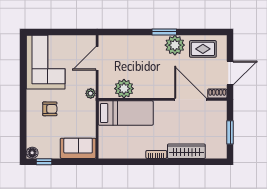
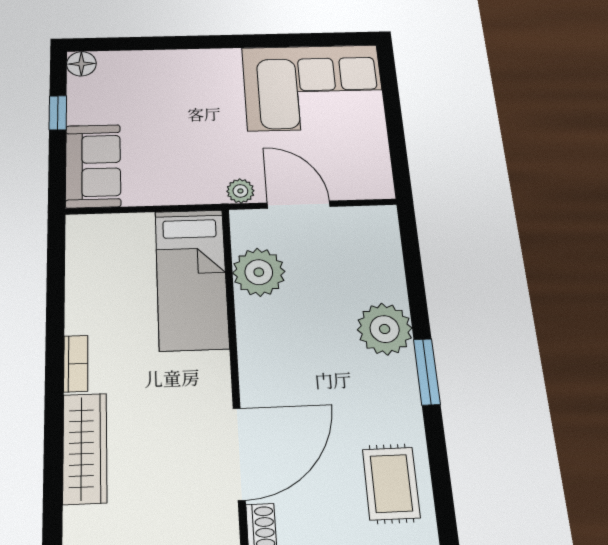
plant: (175, 45) -> (385, 329), moved
door: (97, 58) -> (299, 205), moved
armchair: (50, 109) -> (195, 99), removed
window: (44, 162) -> (58, 113), moved

